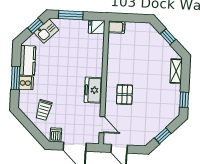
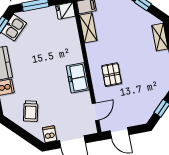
shelving: (113, 47) -> (88, 28), added
door: (102, 125) -> (95, 112), hinge flipped

